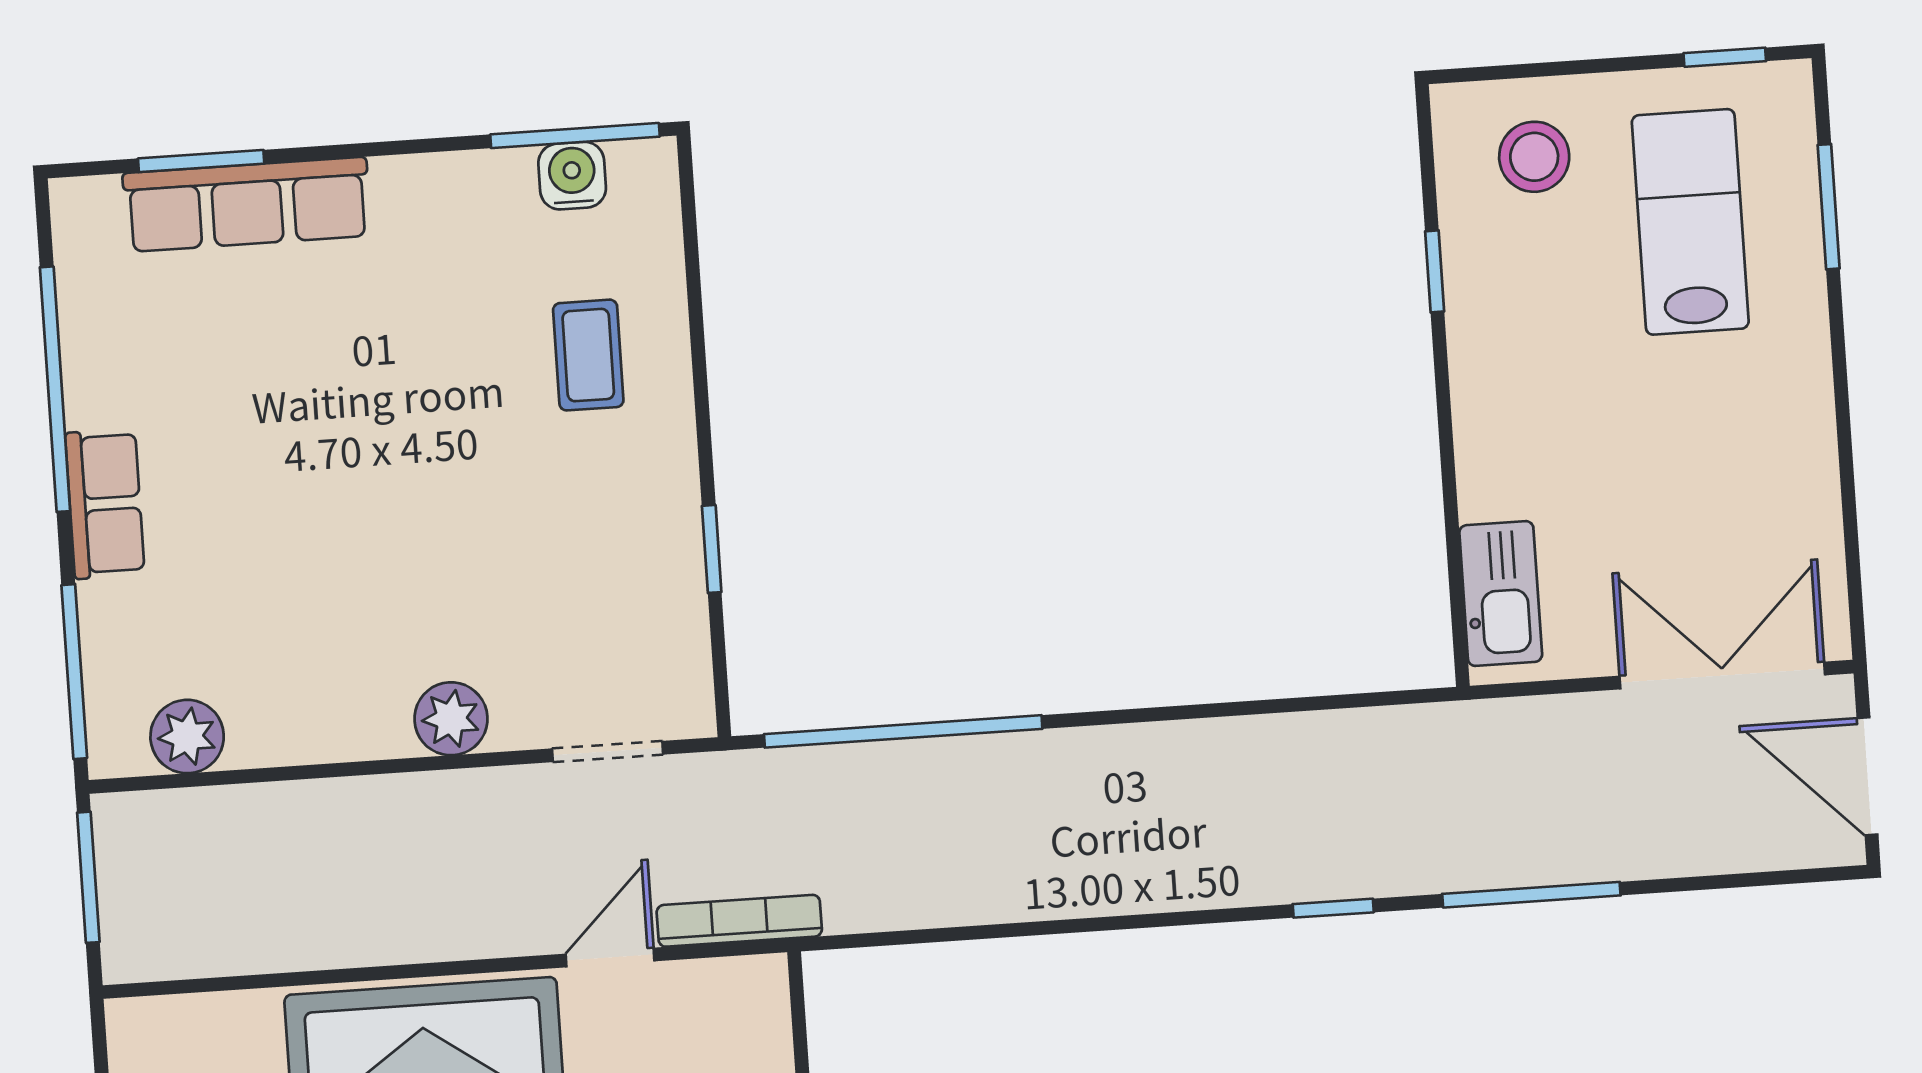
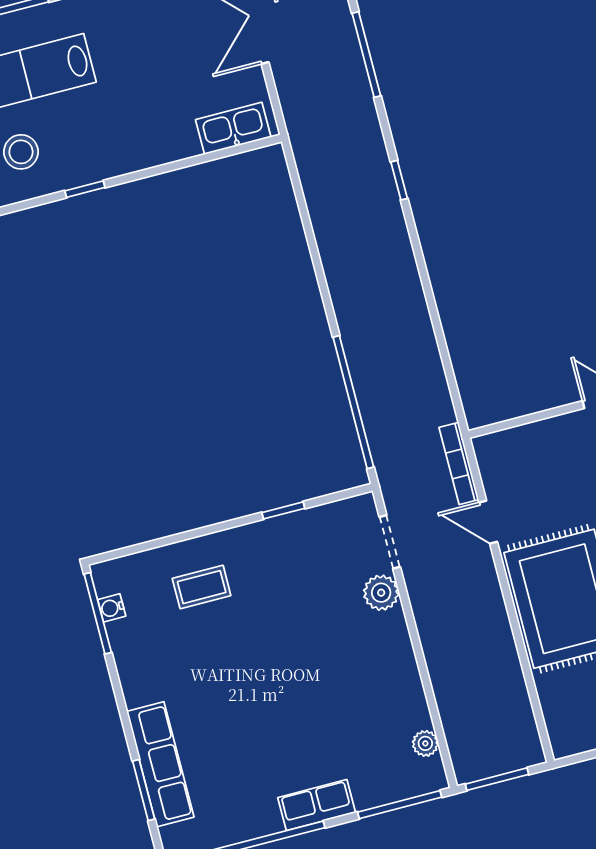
water cooler: (572, 176) -> (112, 608), width x0.72, depth x0.72
plant: (451, 719) -> (381, 593), moved
plant: (187, 737) -> (425, 743), width x0.73, depth x0.73
window: (1531, 895) -> (366, 55), moved

